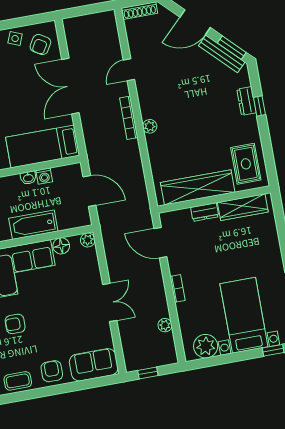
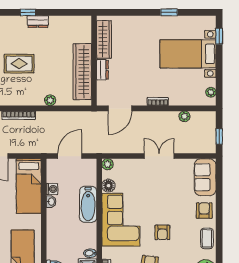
dresser: (247, 101) -> (38, 22), moved
plant: (150, 126) -> (50, 100), moved
rug: (246, 164) -> (19, 64), moved
plant: (206, 346) -> (211, 92), width x0.53, depth x0.53
armchair: (52, 371) -> (204, 211), turned 90

